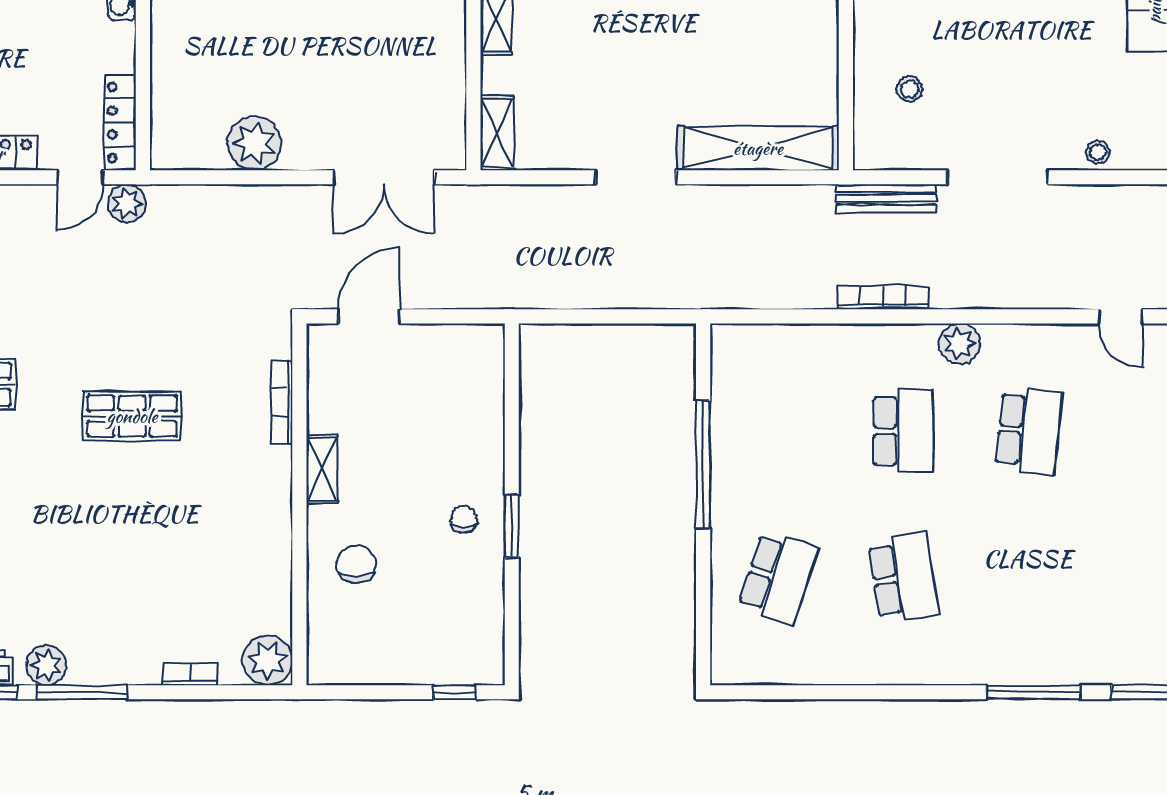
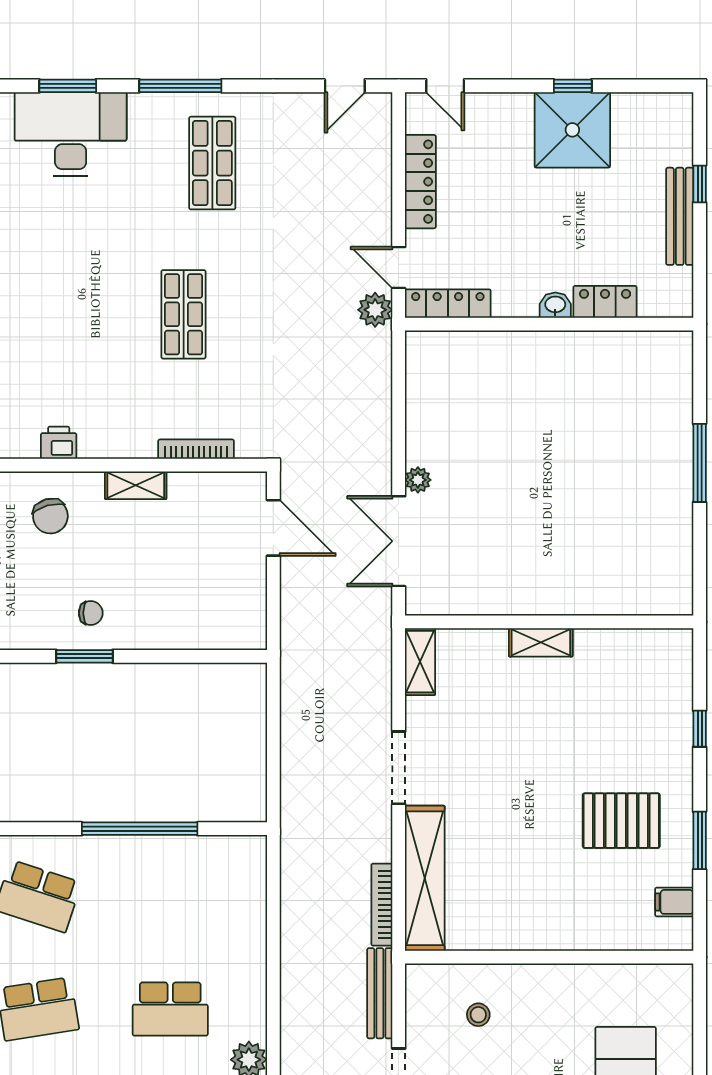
shelving: (497, 133) -> (420, 662), moved, turned 90
plant: (254, 143) -> (418, 480), moved, width x0.53, depth x0.53
bookcase: (883, 298) -> (382, 905), moved, turned 180
printer: (275, 555) -> (59, 443), added
chair: (356, 564) -> (50, 516), turned 74

